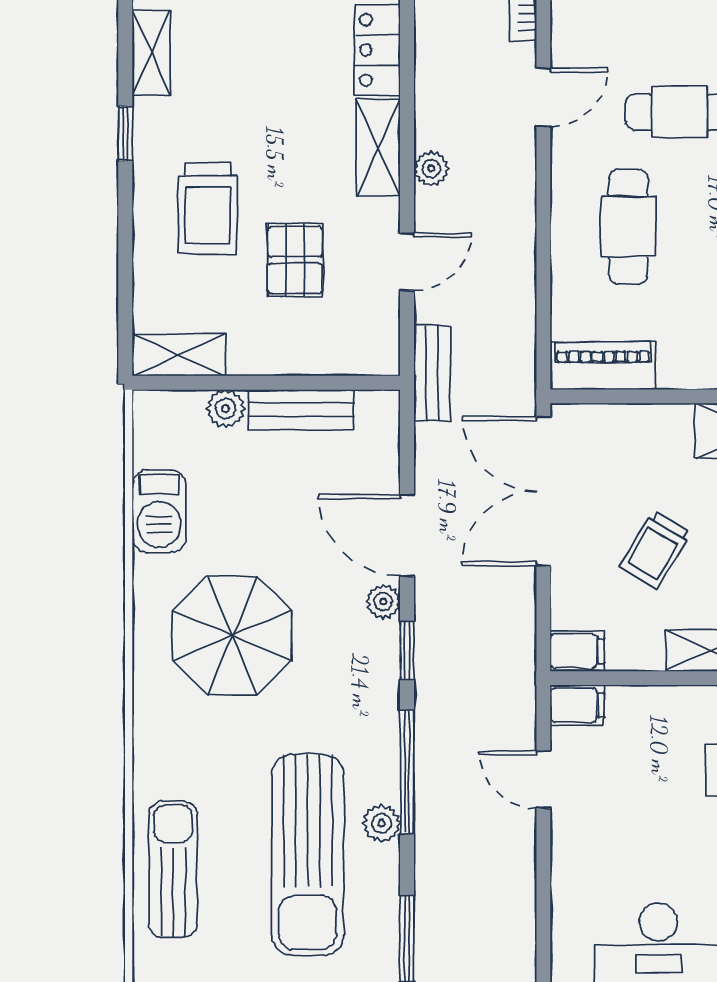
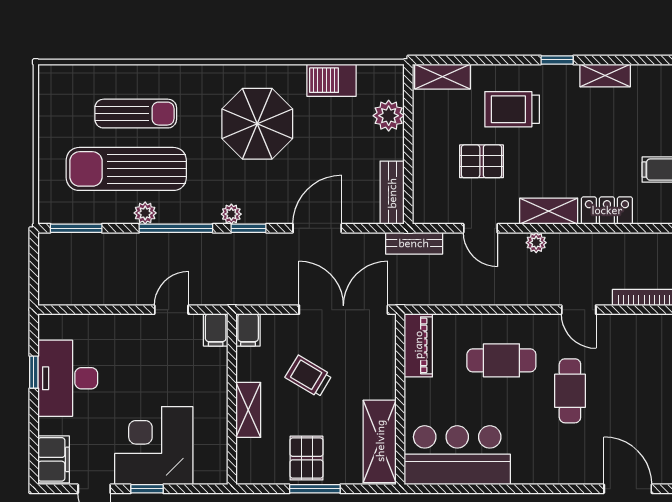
shelving: (179, 355) -> (442, 77), moved, turned 90
plant: (226, 409) -> (389, 116), width x1.38, depth x1.38
bench: (301, 410) -> (392, 193), moved
plant: (383, 602) -> (231, 214), moved
sun lounger: (173, 869) -> (136, 114), moved

